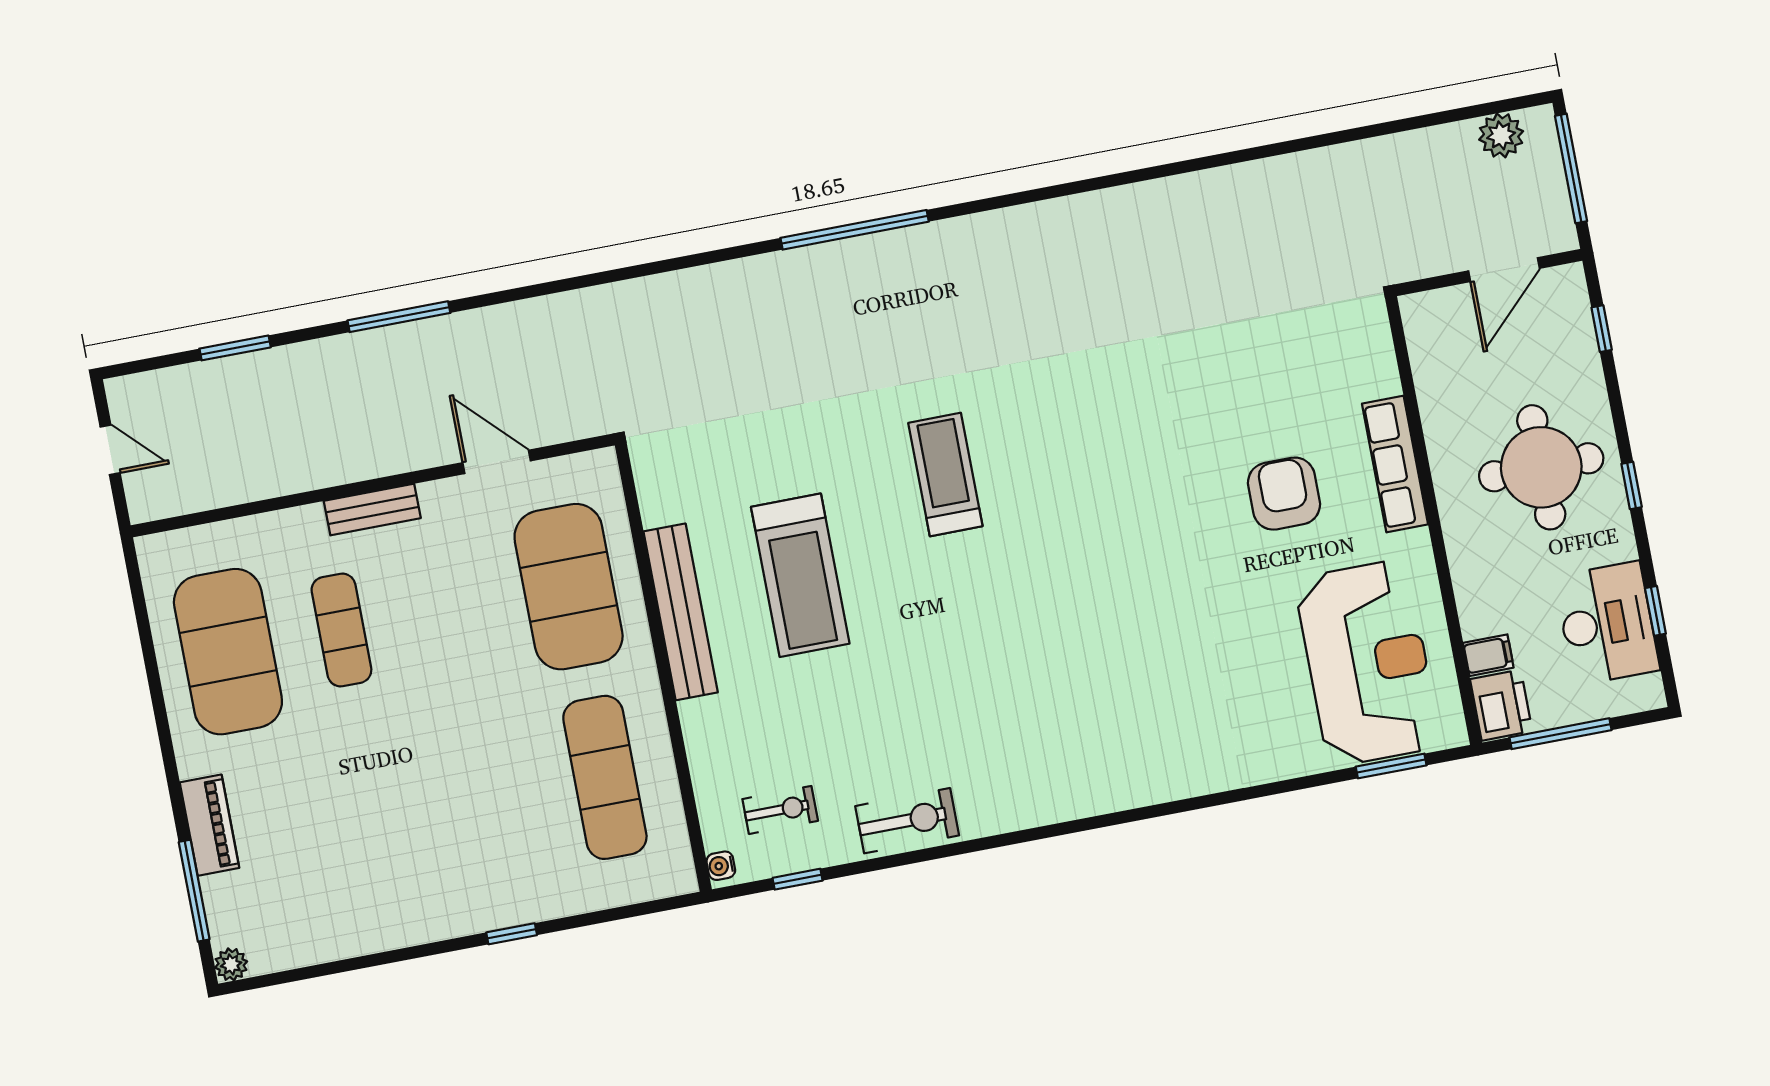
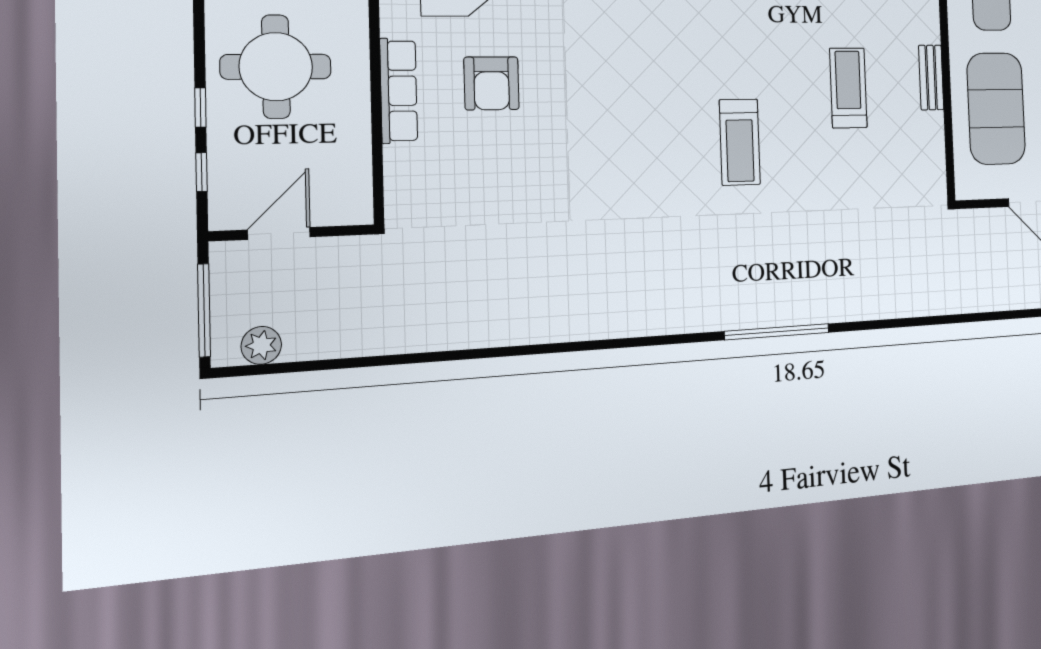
window: (1632, 485) -> (200, 107), moved
treadmill: (800, 575) -> (848, 88), width x0.73, depth x0.73
bench: (681, 612) -> (931, 77), width x0.54, depth x0.82

